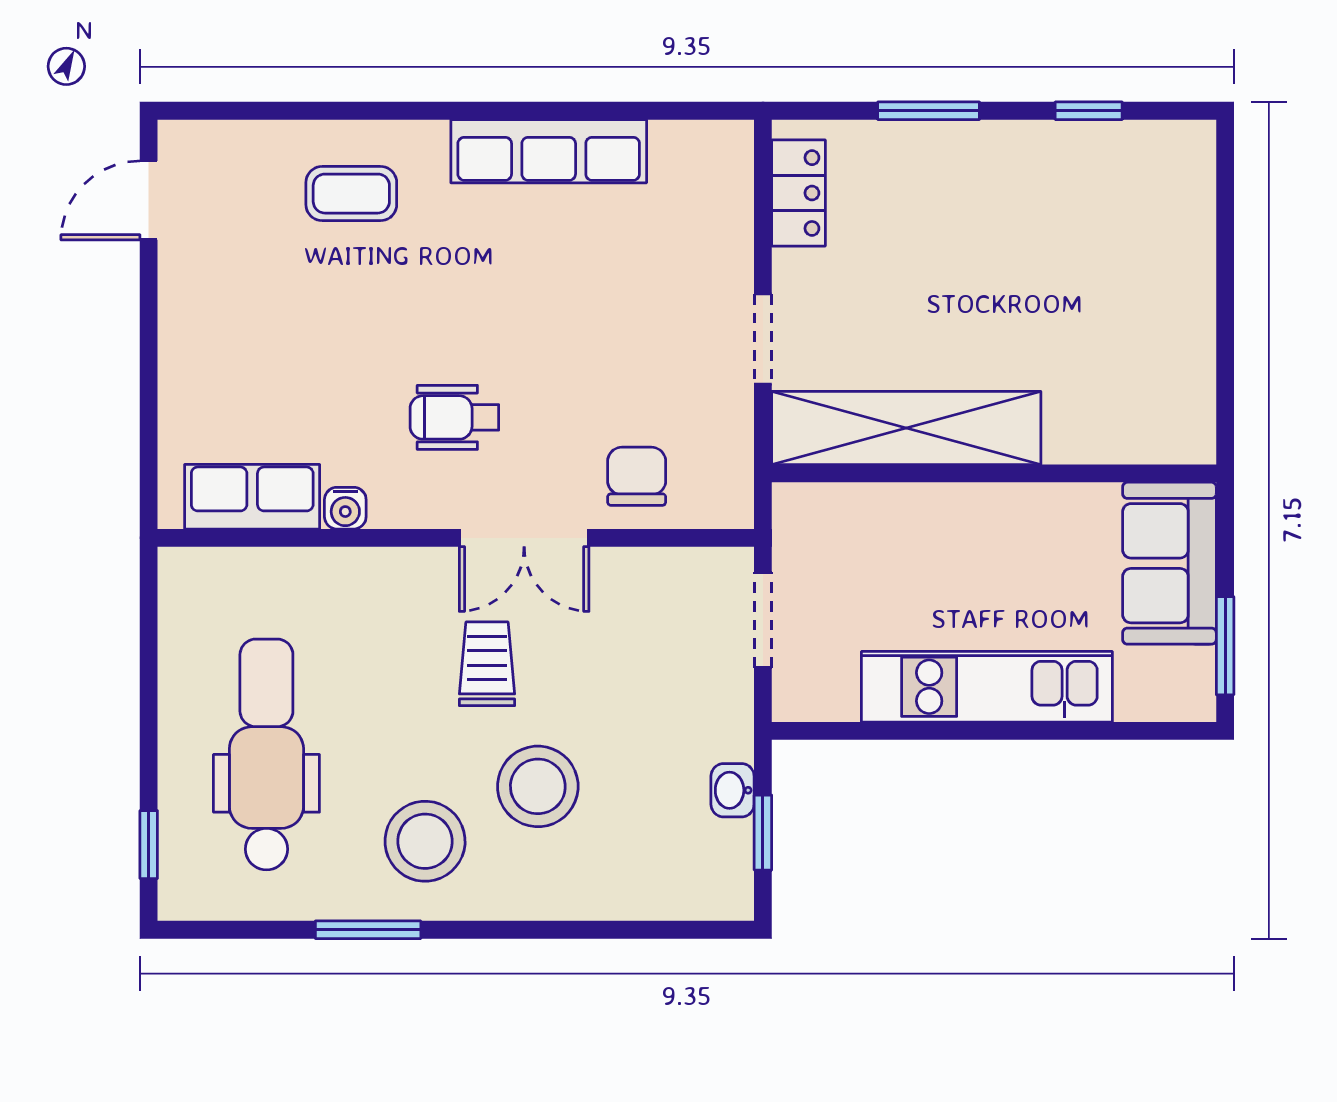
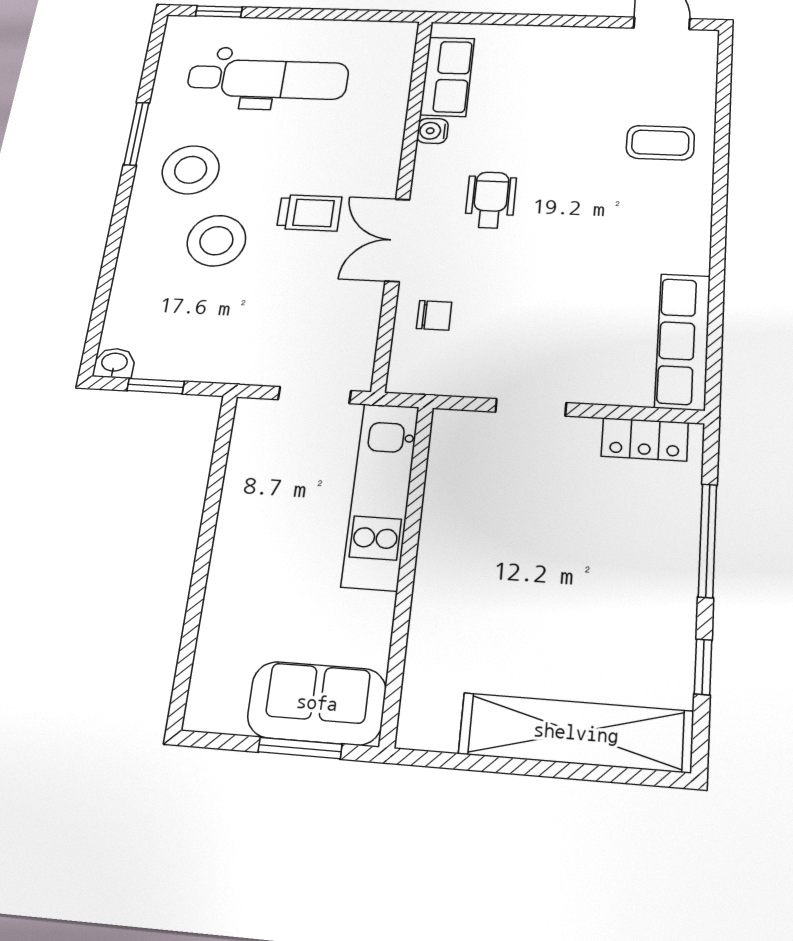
window: (929, 111) -> (708, 540), width x1.44
row of seats: (549, 151) -> (683, 341), moved
coffee table: (351, 194) -> (660, 143), turned 90
shelving: (906, 428) -> (576, 733), moved, turned 90
chair: (637, 476) -> (434, 315), width x0.73, depth x0.73
window: (1225, 646) -> (300, 748), moved
kitchen unit: (987, 687) -> (381, 495), moved, turned 180
washbasin: (733, 790) -> (114, 363), moved

